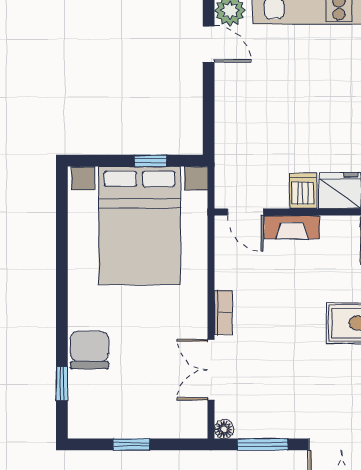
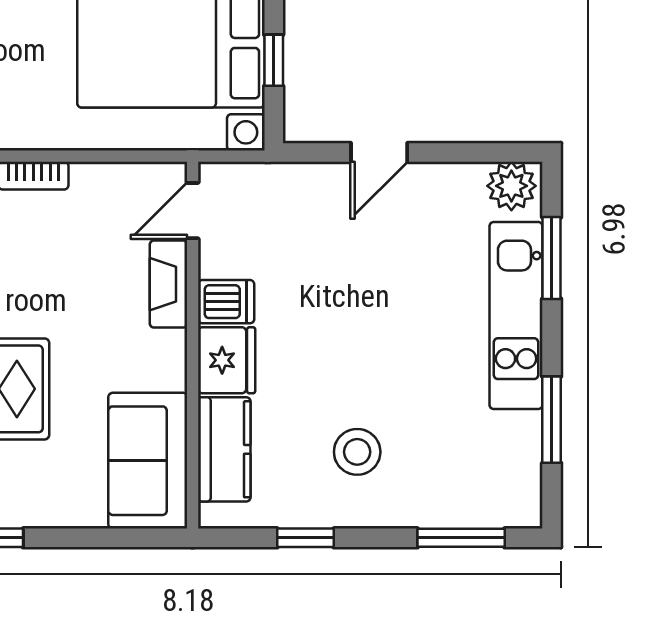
door: (209, 44) -> (379, 152), moved

